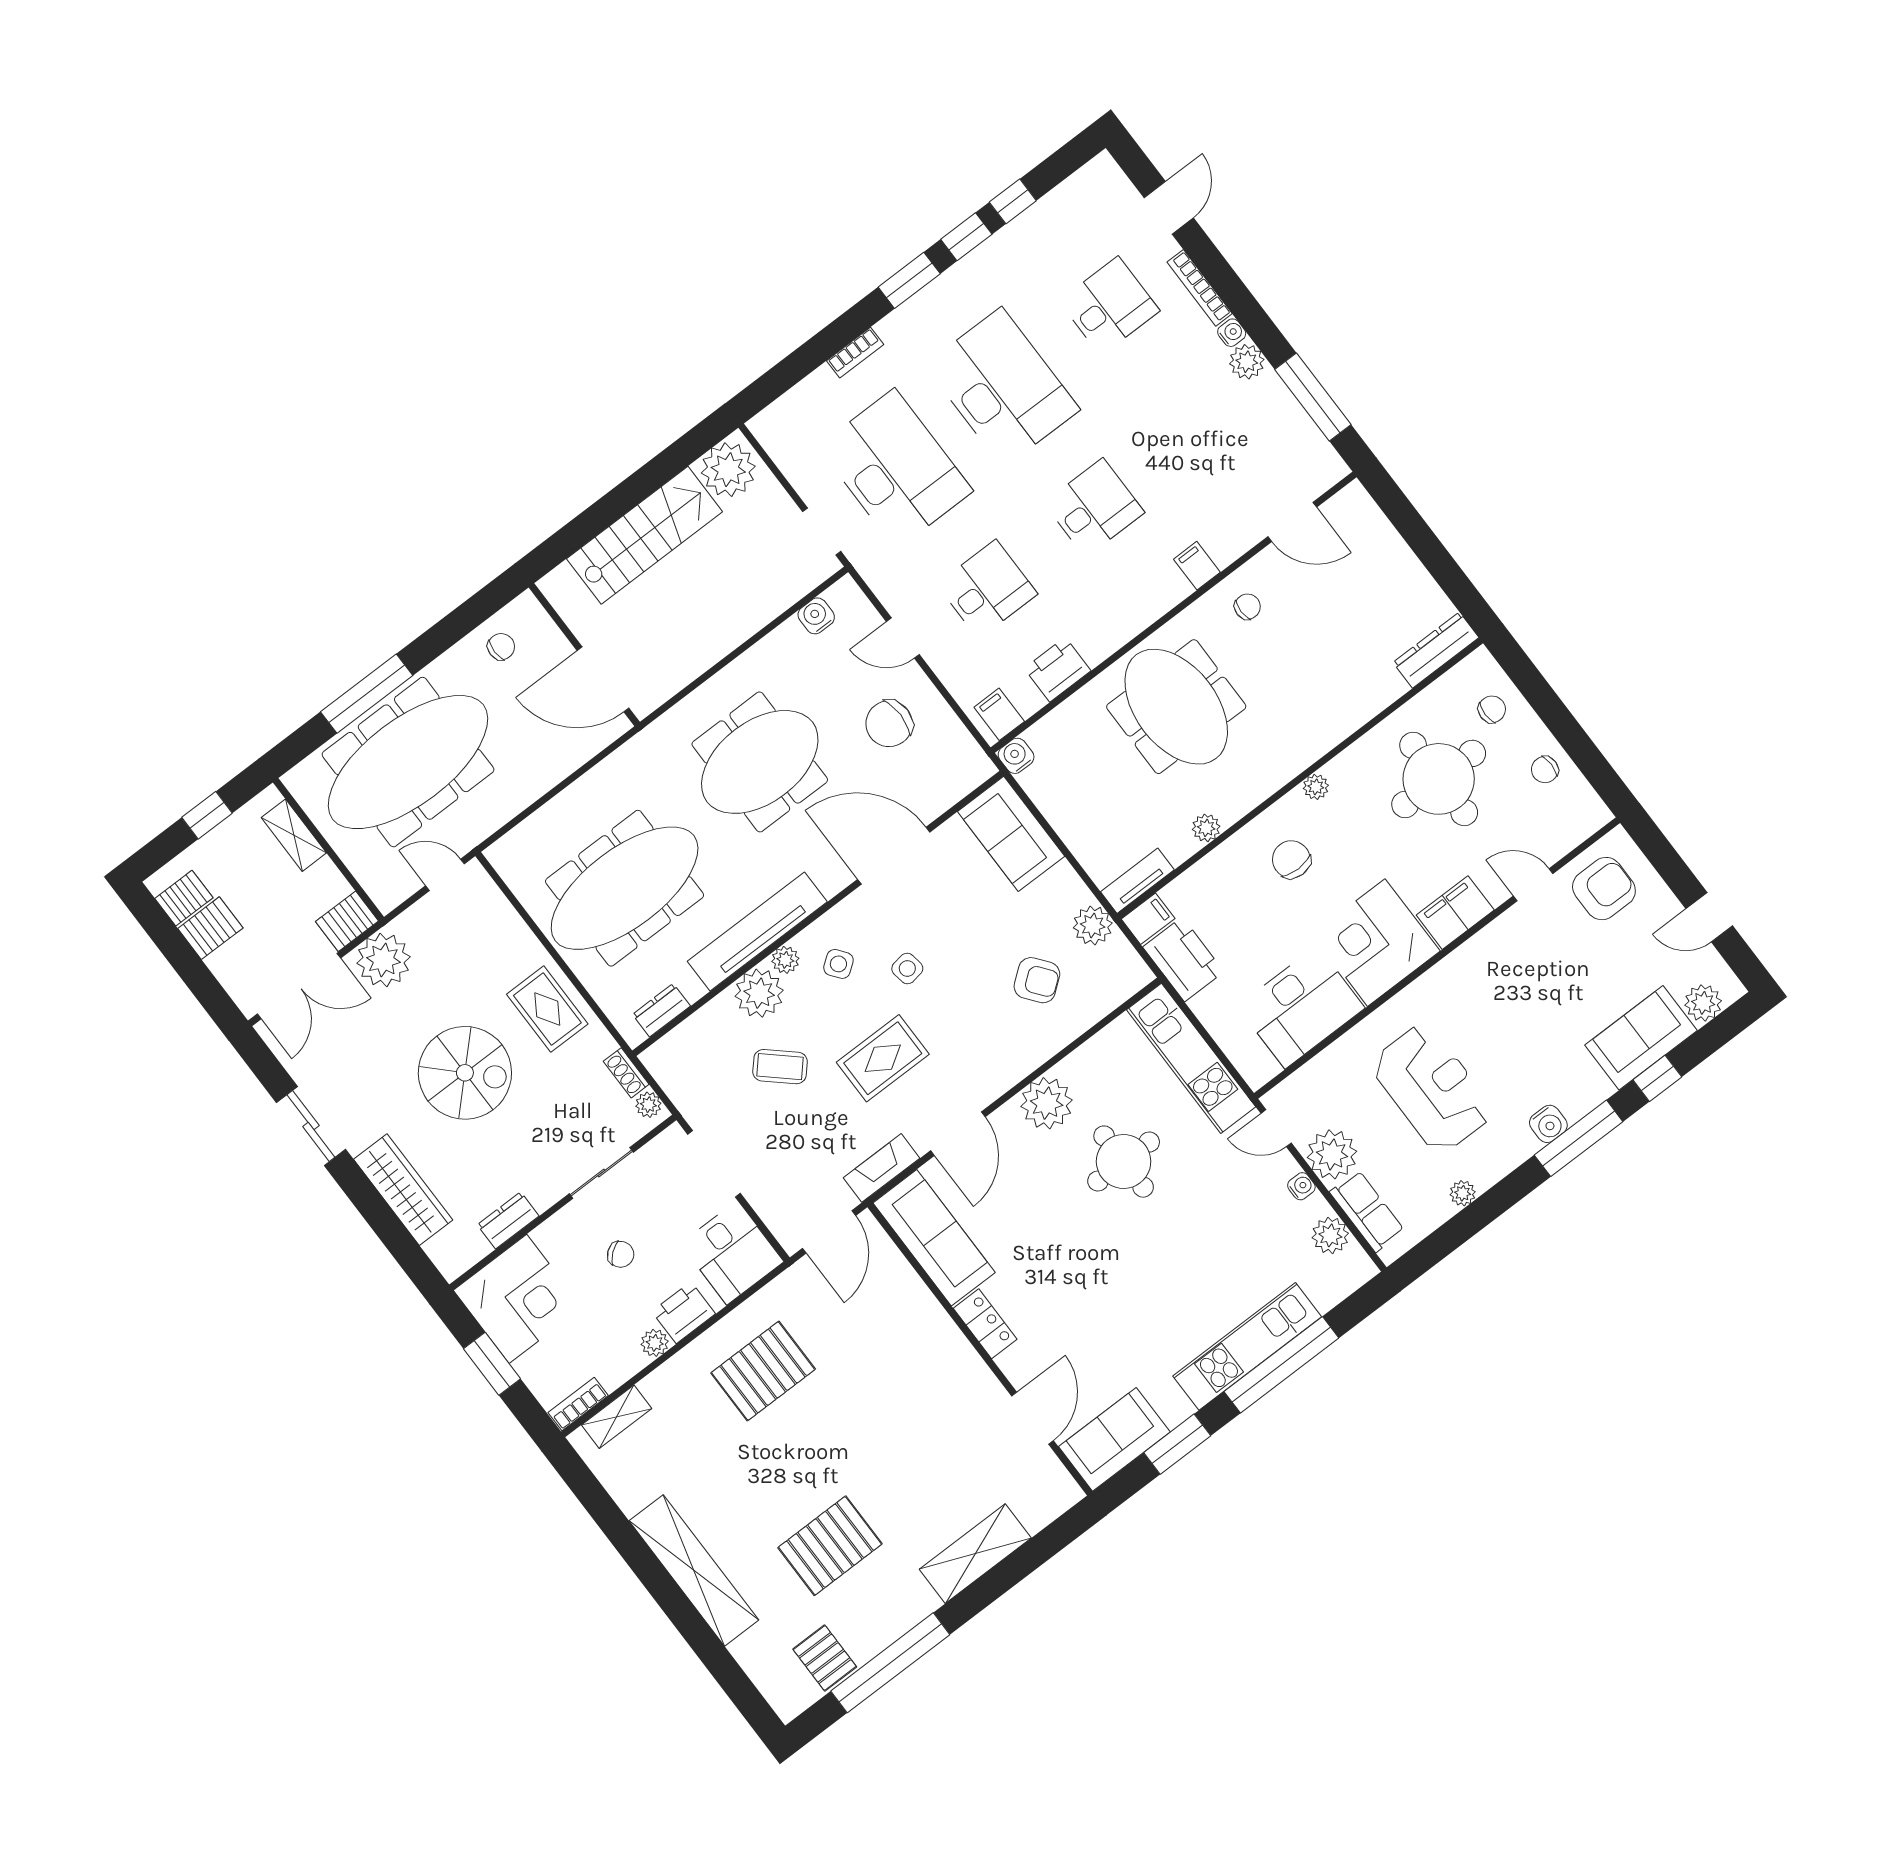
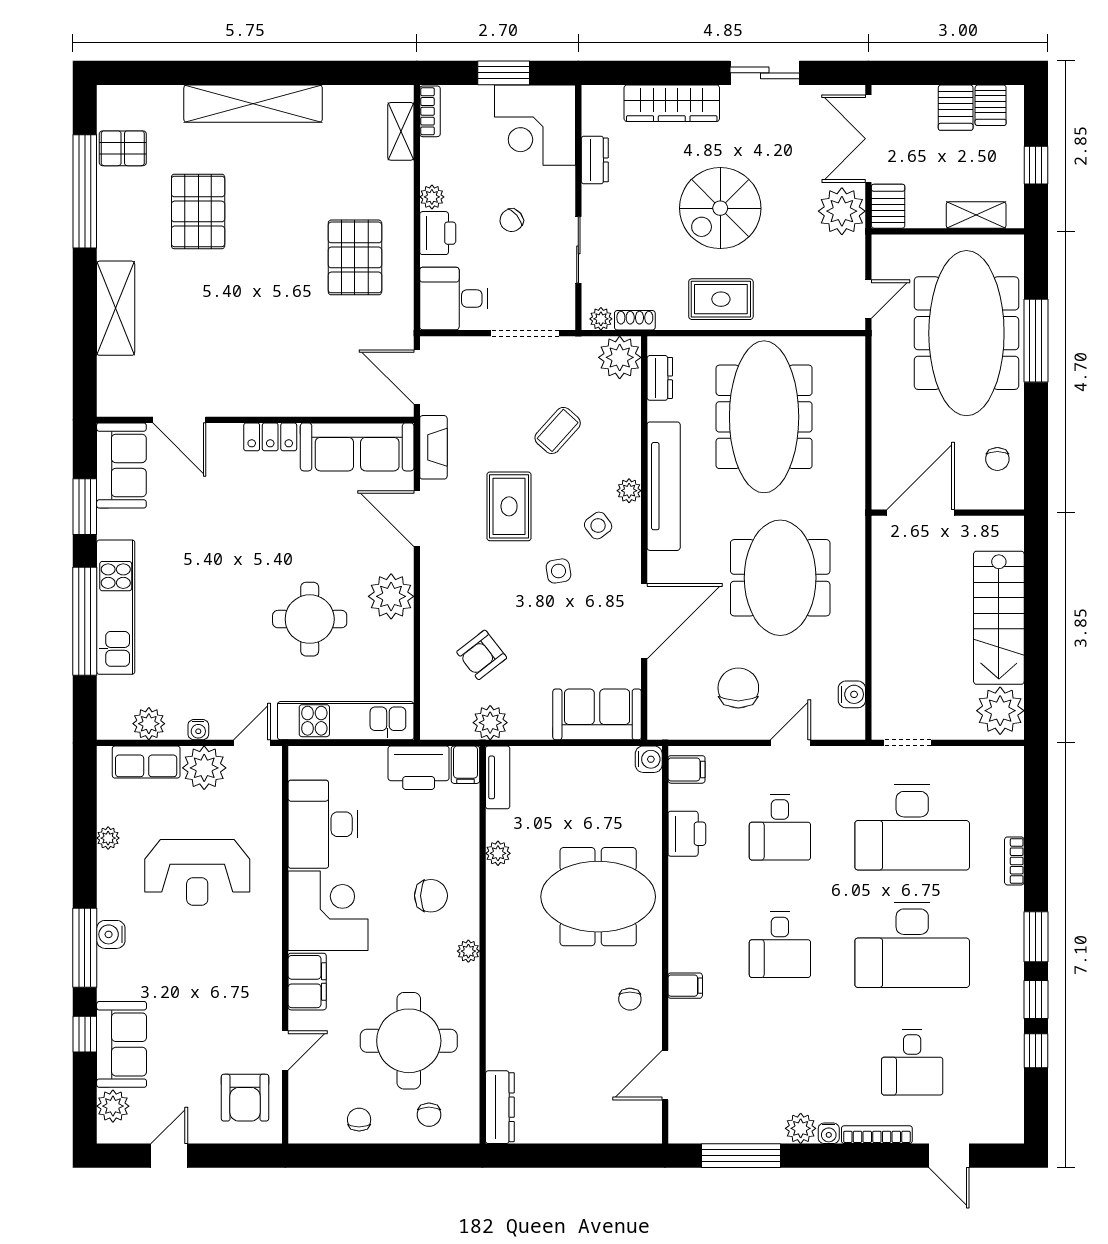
plant: (759, 993) -> (620, 357), moved

